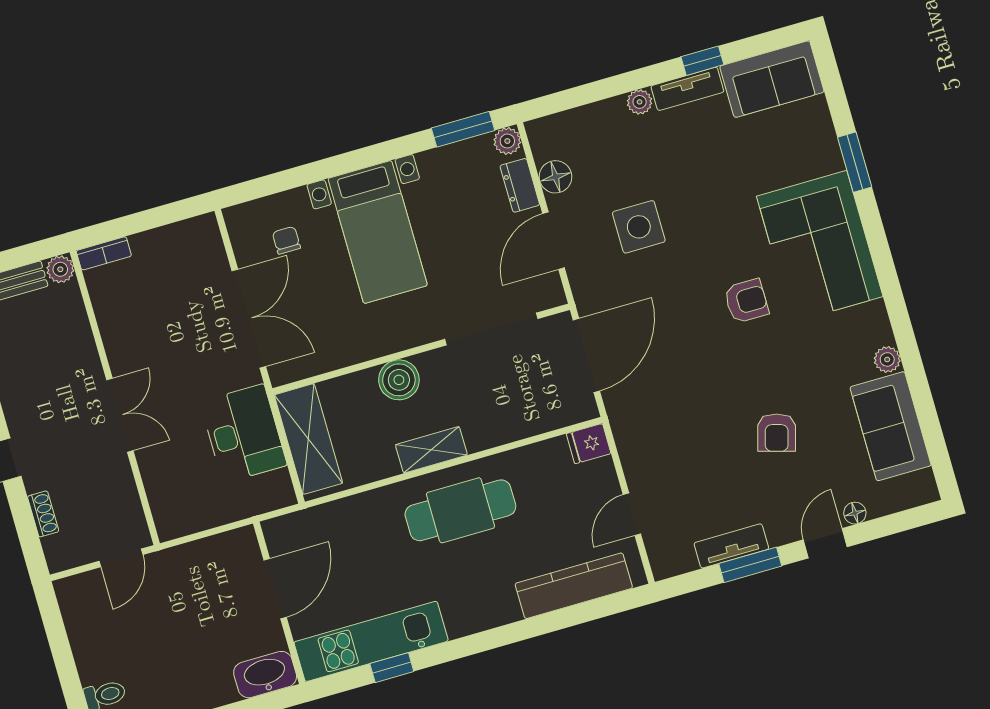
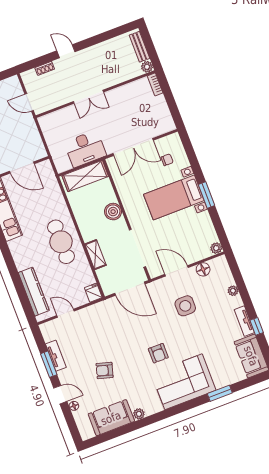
plant: (640, 102) -> (233, 291), moved
window: (463, 129) -> (206, 195), moved
dresser: (520, 185) -> (198, 255), removed
shelving: (431, 450) -> (95, 255), moved

